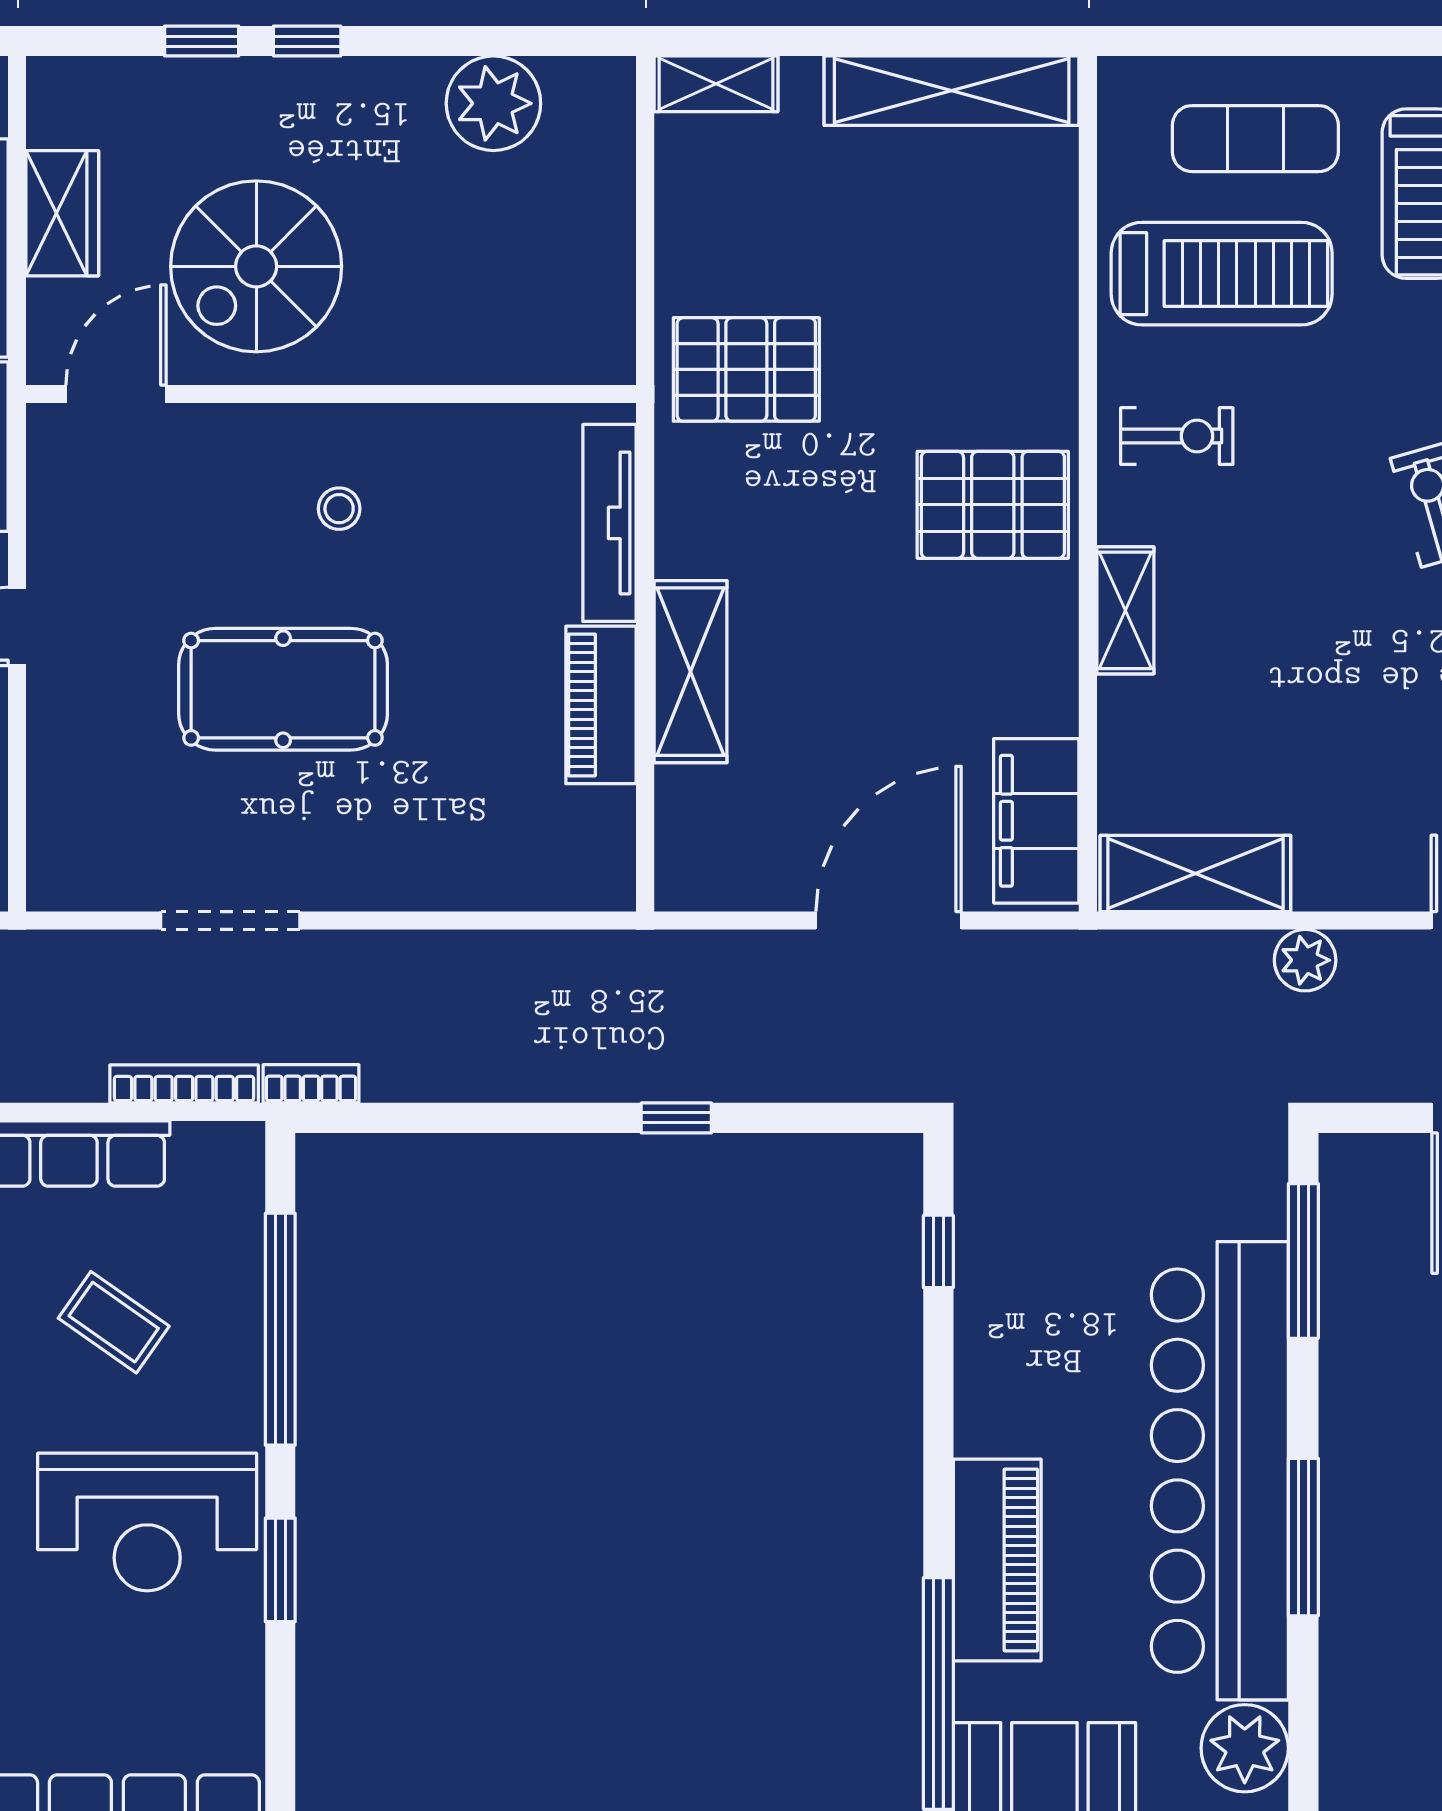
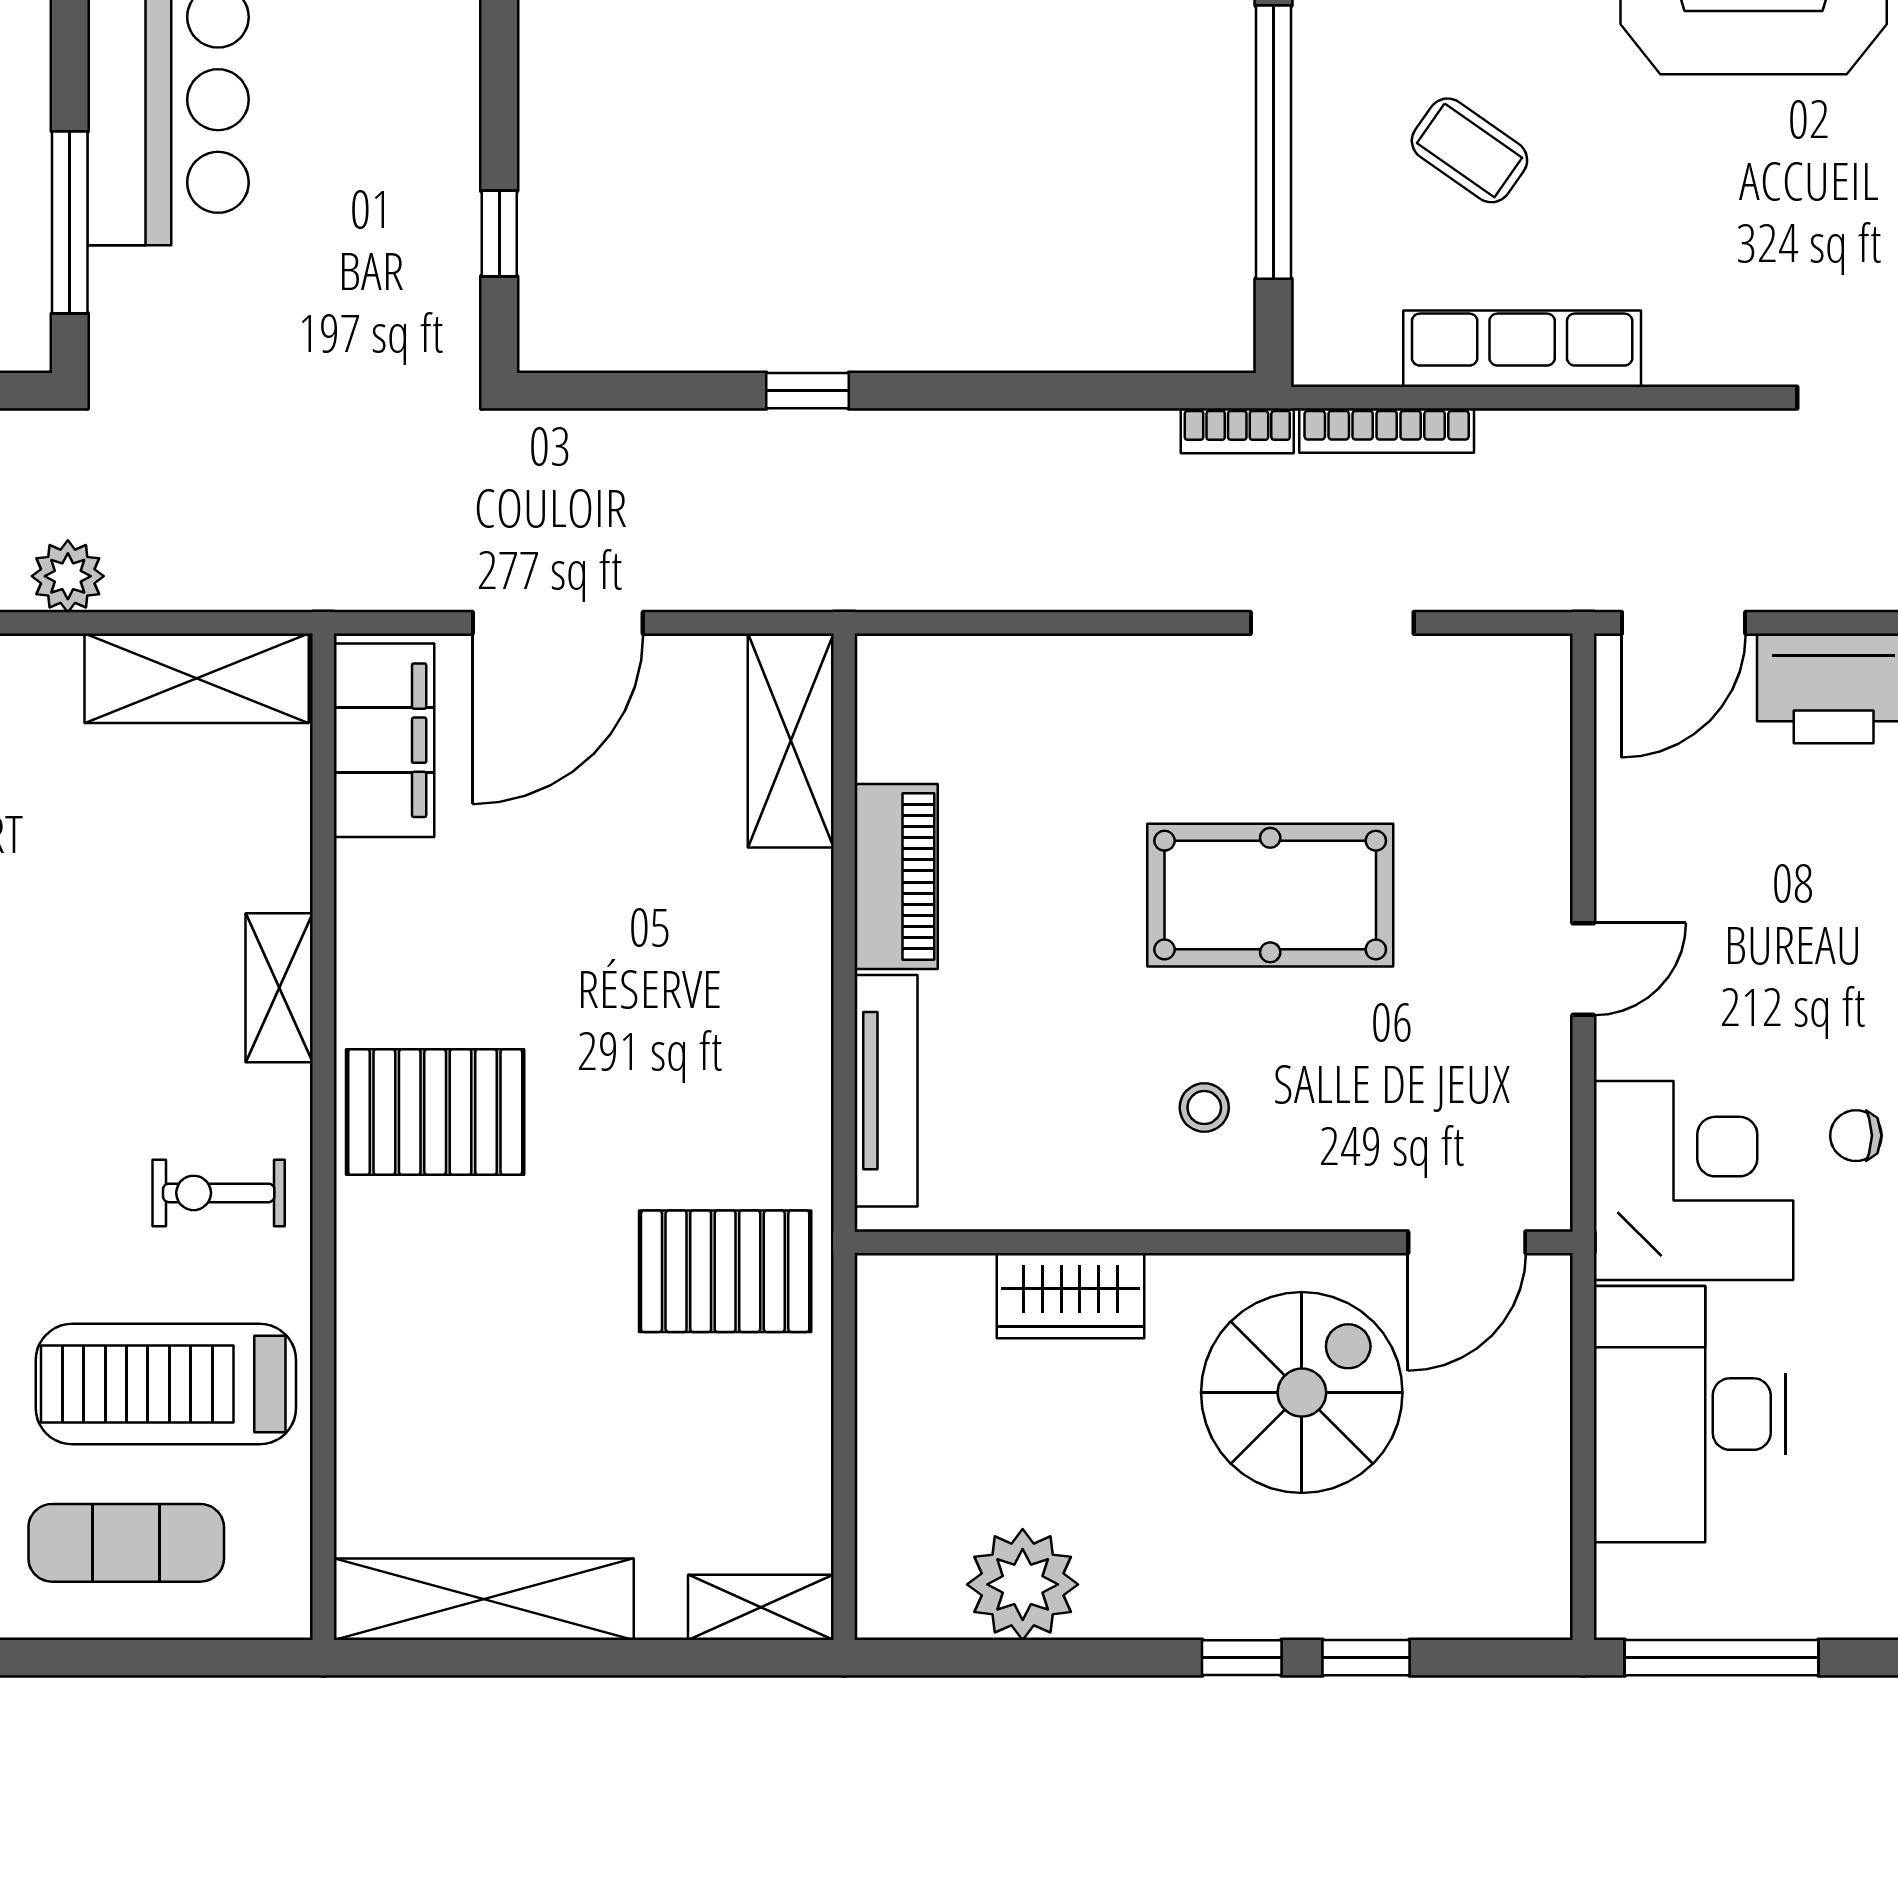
wardrobe: (62, 213) -> (1070, 1296), moved, turned -90
shelving: (691, 672) -> (791, 741), moved

